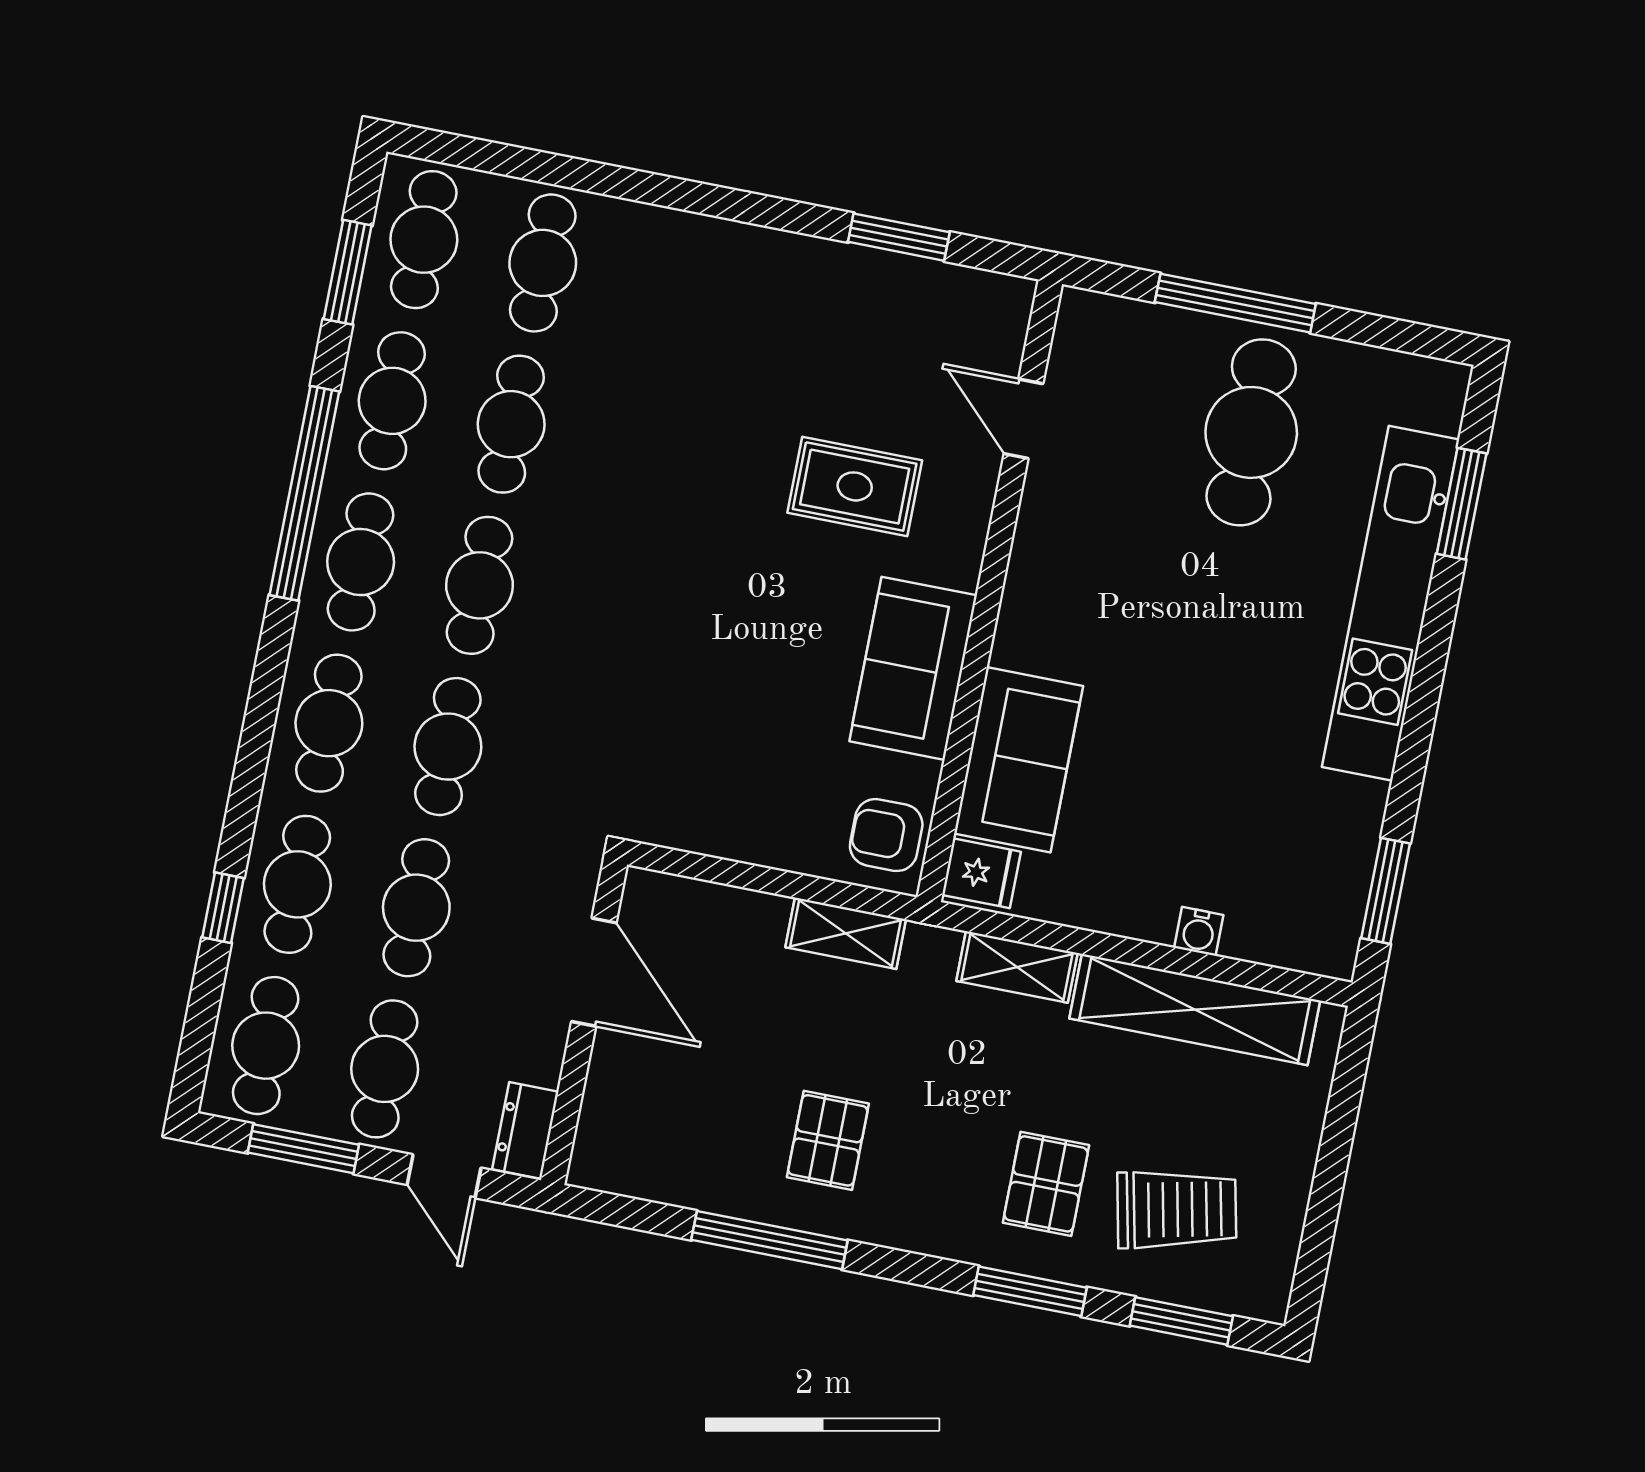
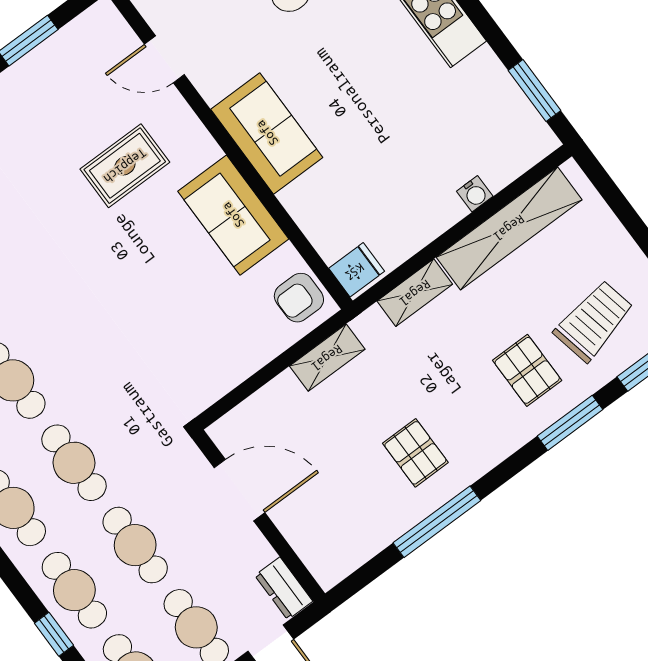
sofa: (1018, 760) -> (267, 133), moved

